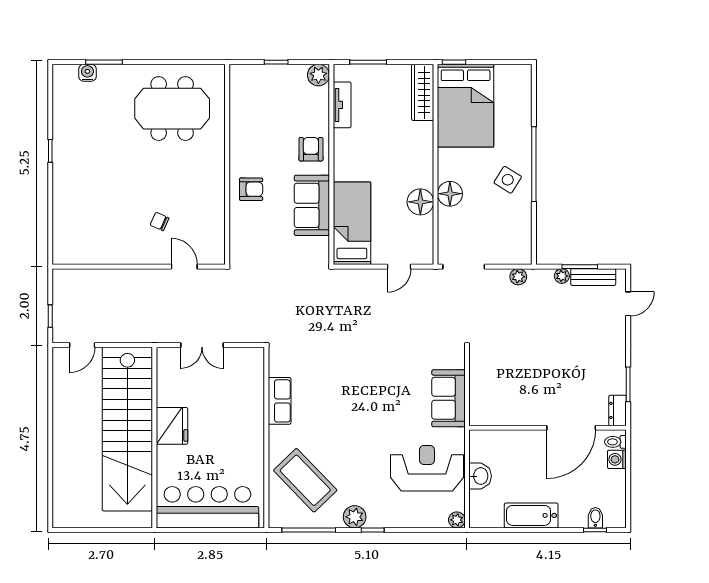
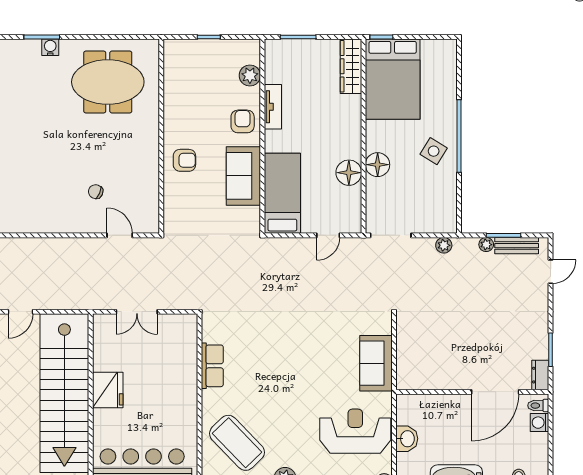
water cooler: (87, 73) -> (50, 47), moved
plant: (318, 75) -> (250, 75), moved
tv unit: (342, 105) -> (273, 107), moved

